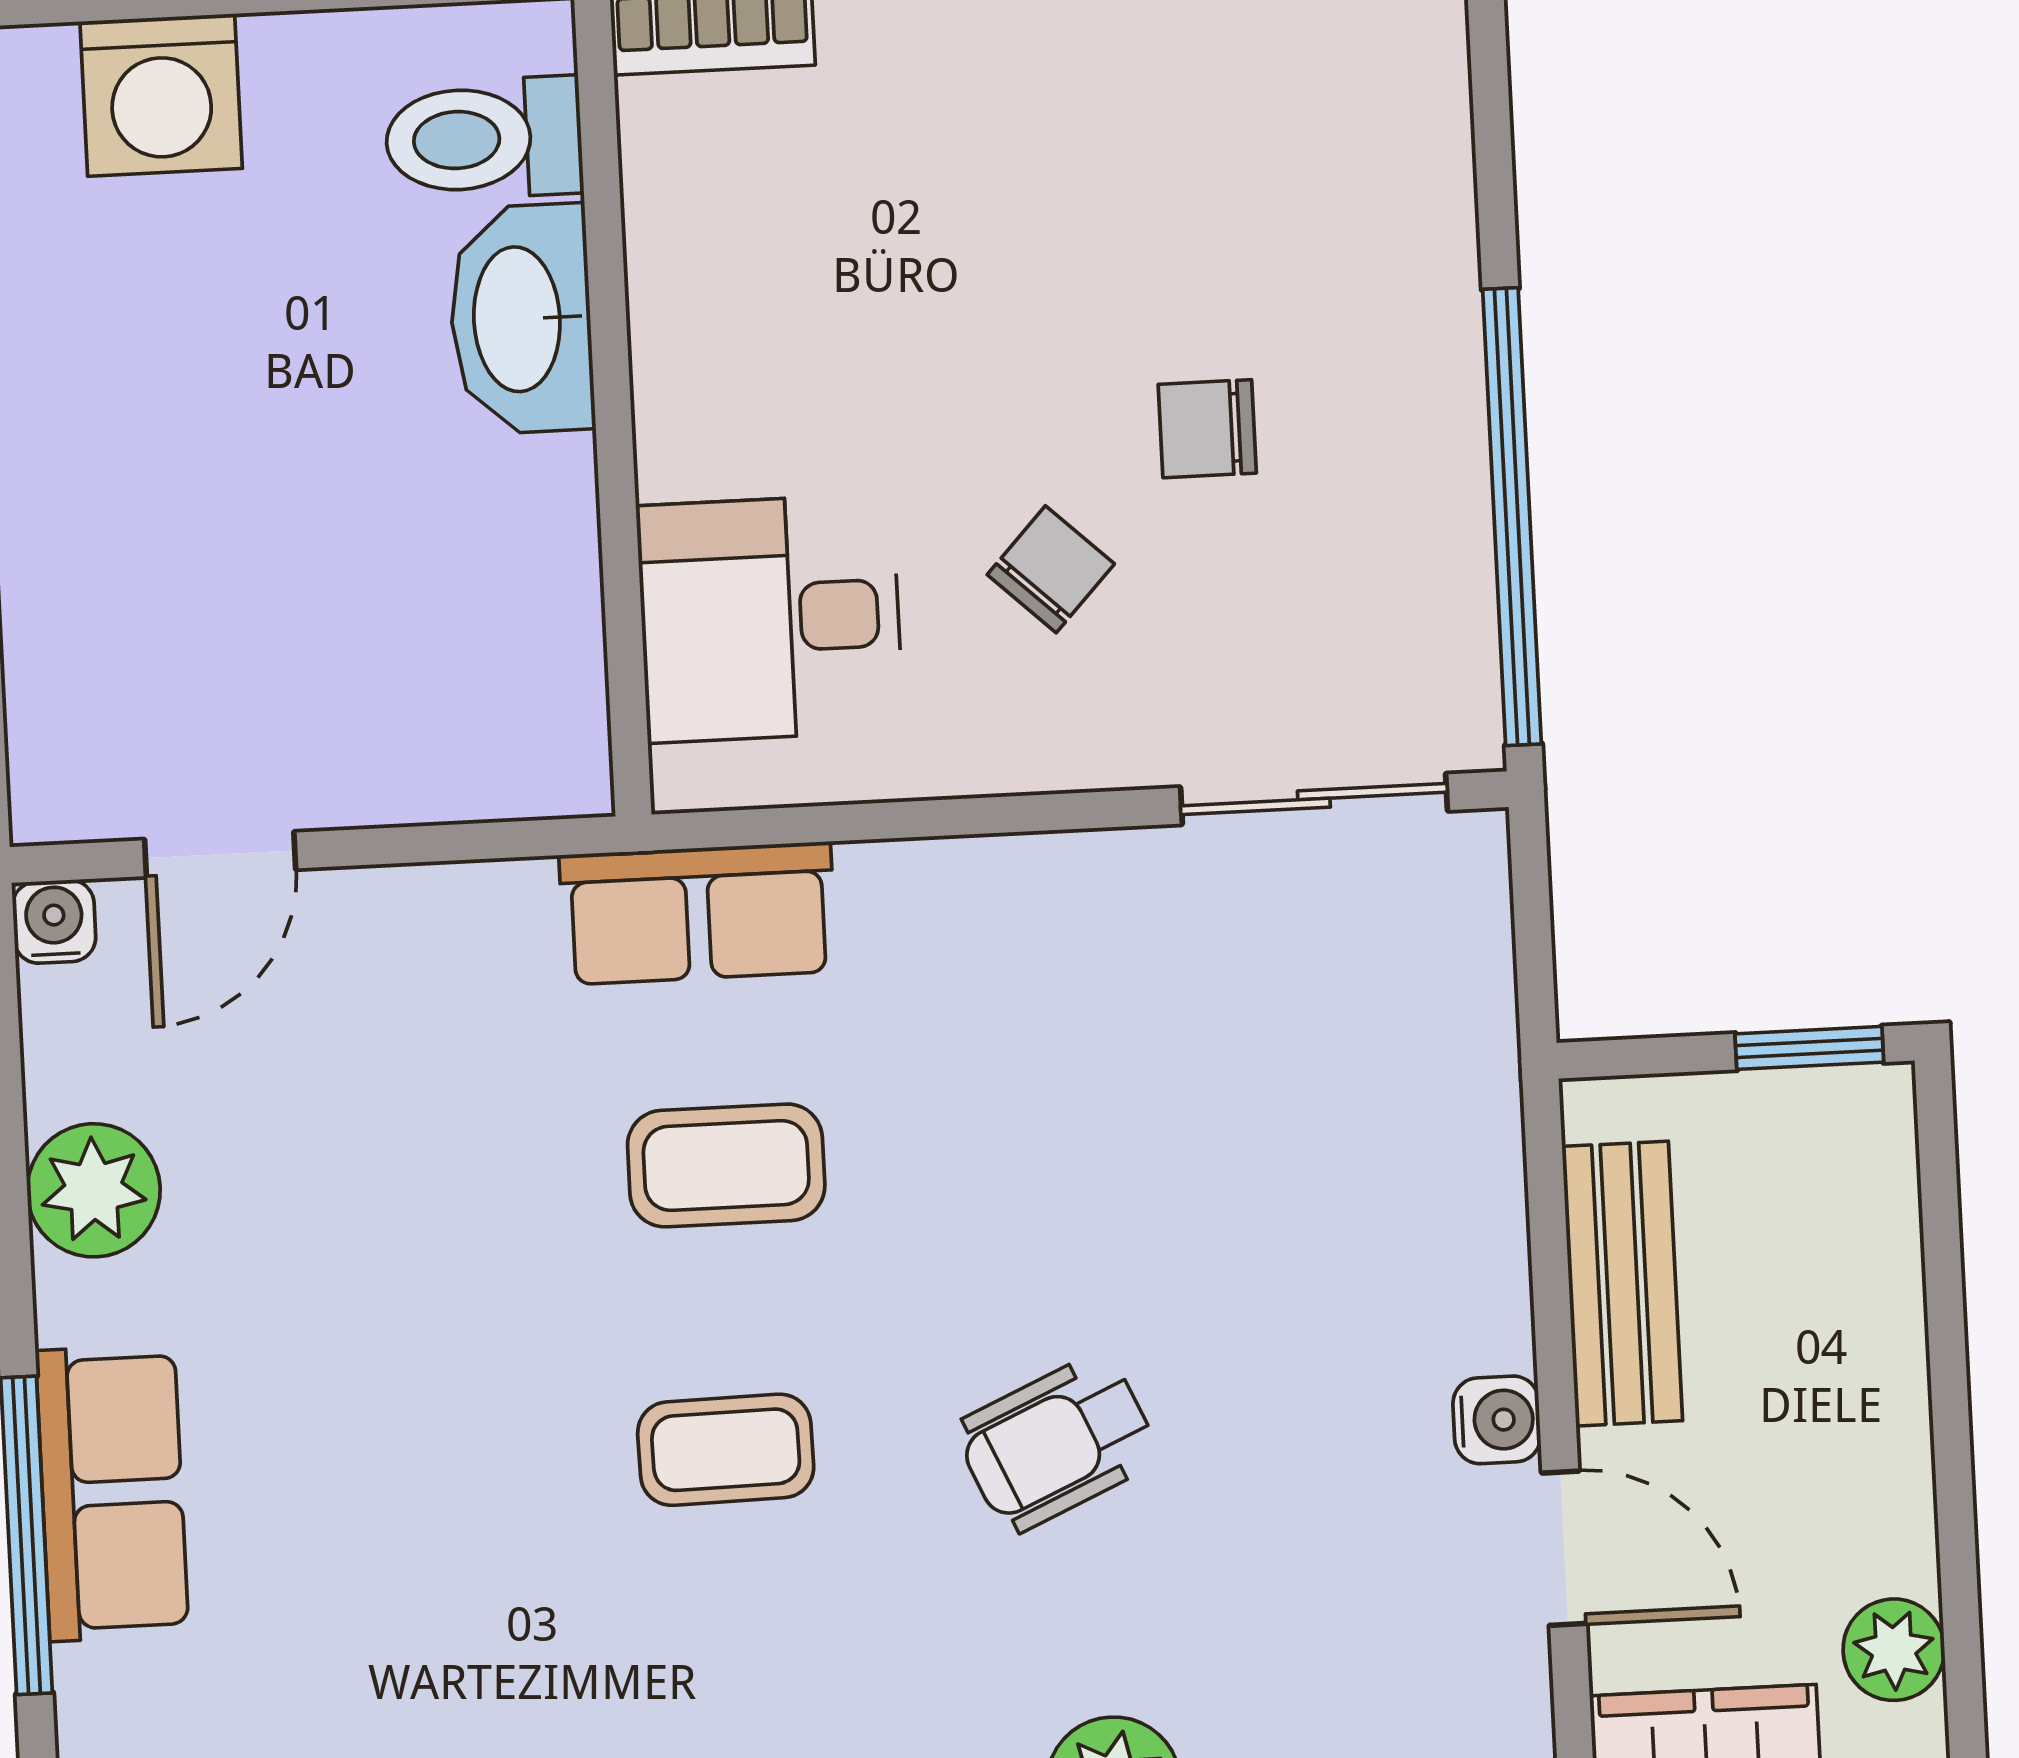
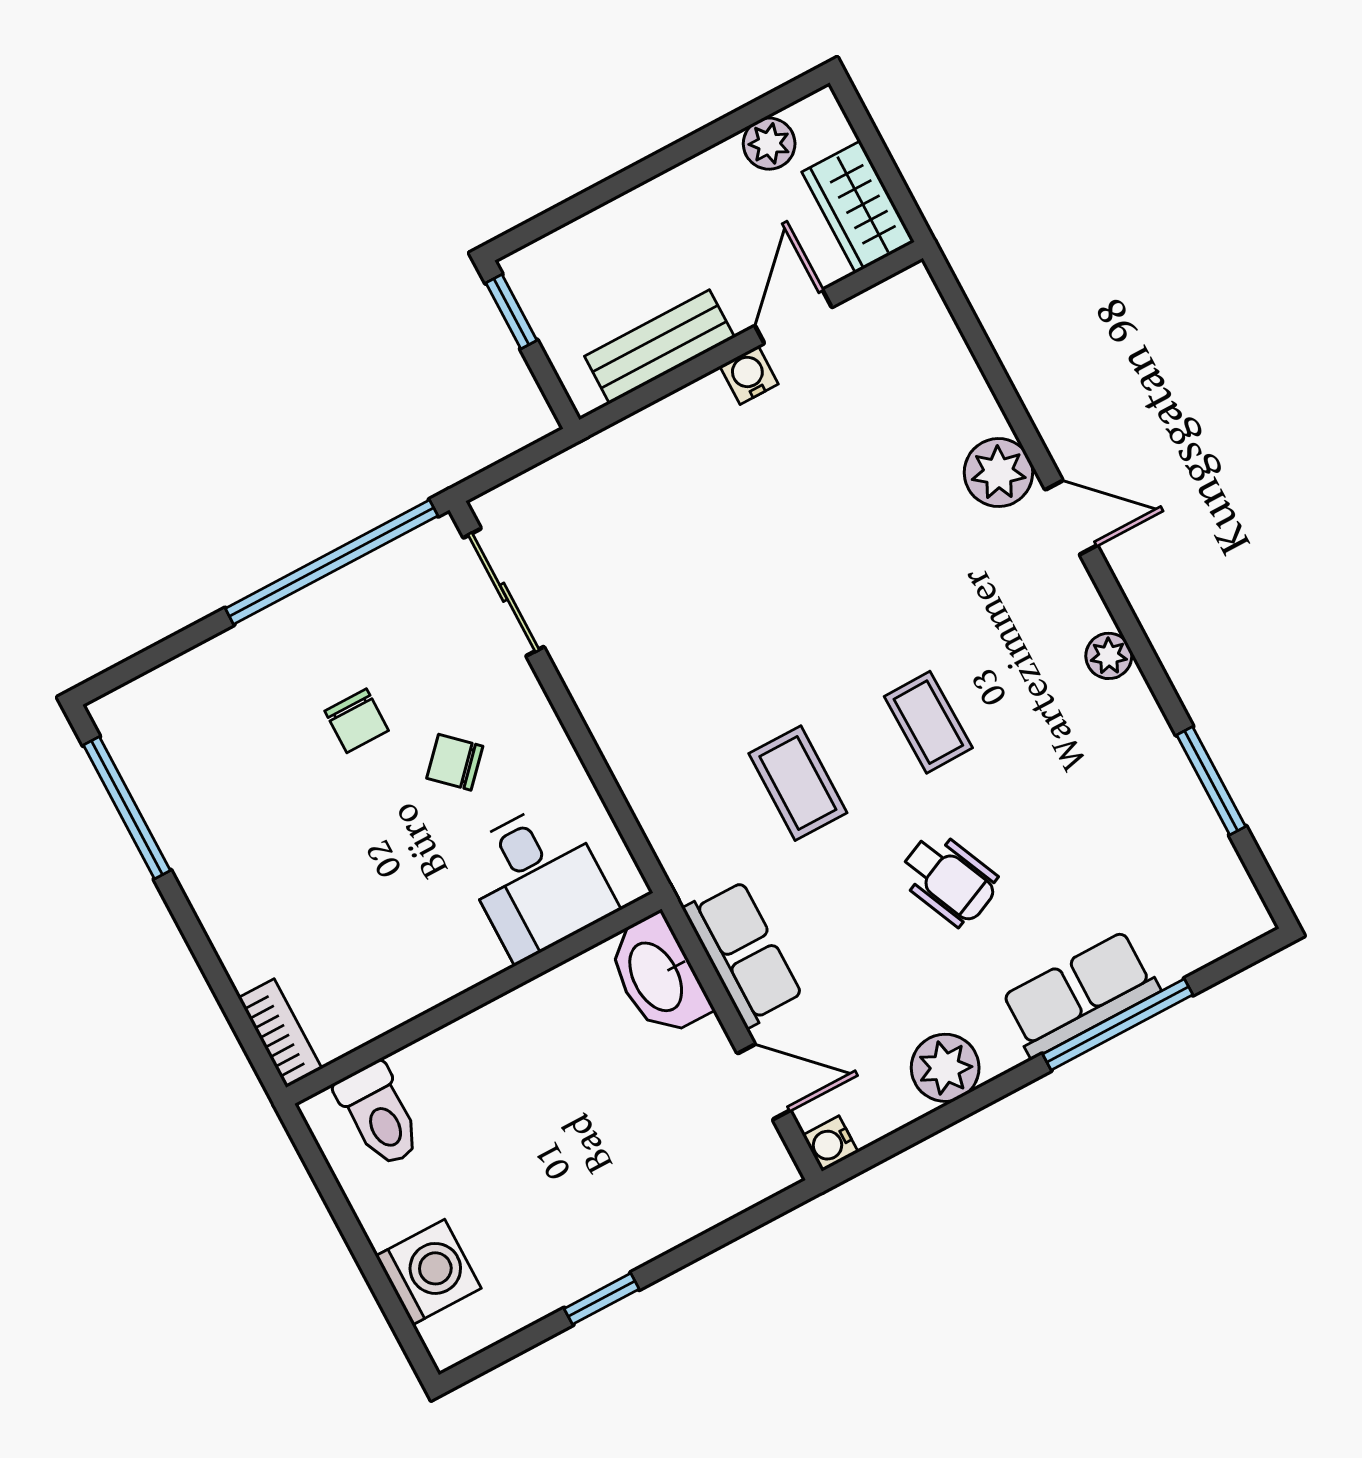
washbasin: (521, 319) -> (658, 976), moved, turned 90
row of seats: (698, 913) -> (743, 953), moved
wheelchair: (1057, 1443) -> (949, 879), moved

